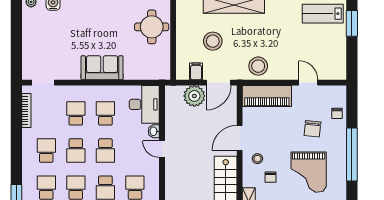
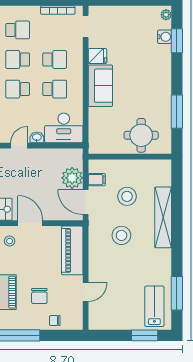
stool: (258, 66) -> (121, 235), moved
fridge: (72, 71) -> (97, 56), added
chair: (312, 129) -> (39, 296), turned -96

